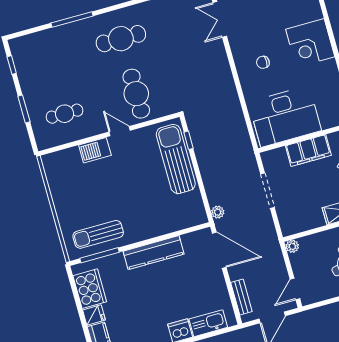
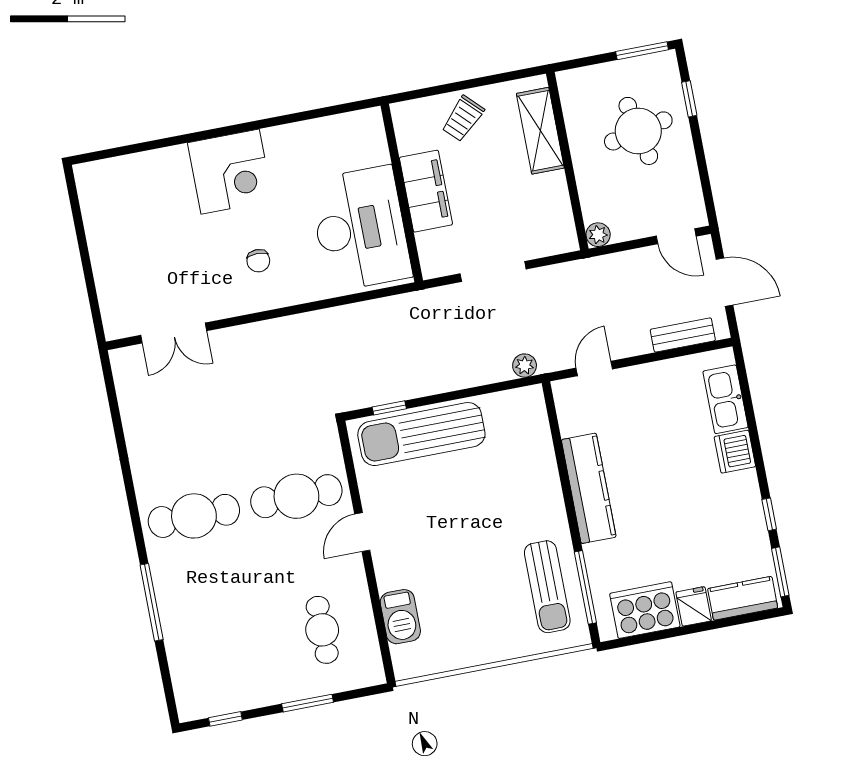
cafe table: (121, 39) -> (194, 516), turned 90
barbecue: (95, 150) -> (400, 617), moved
door: (219, 250) -> (594, 368), width x0.53

